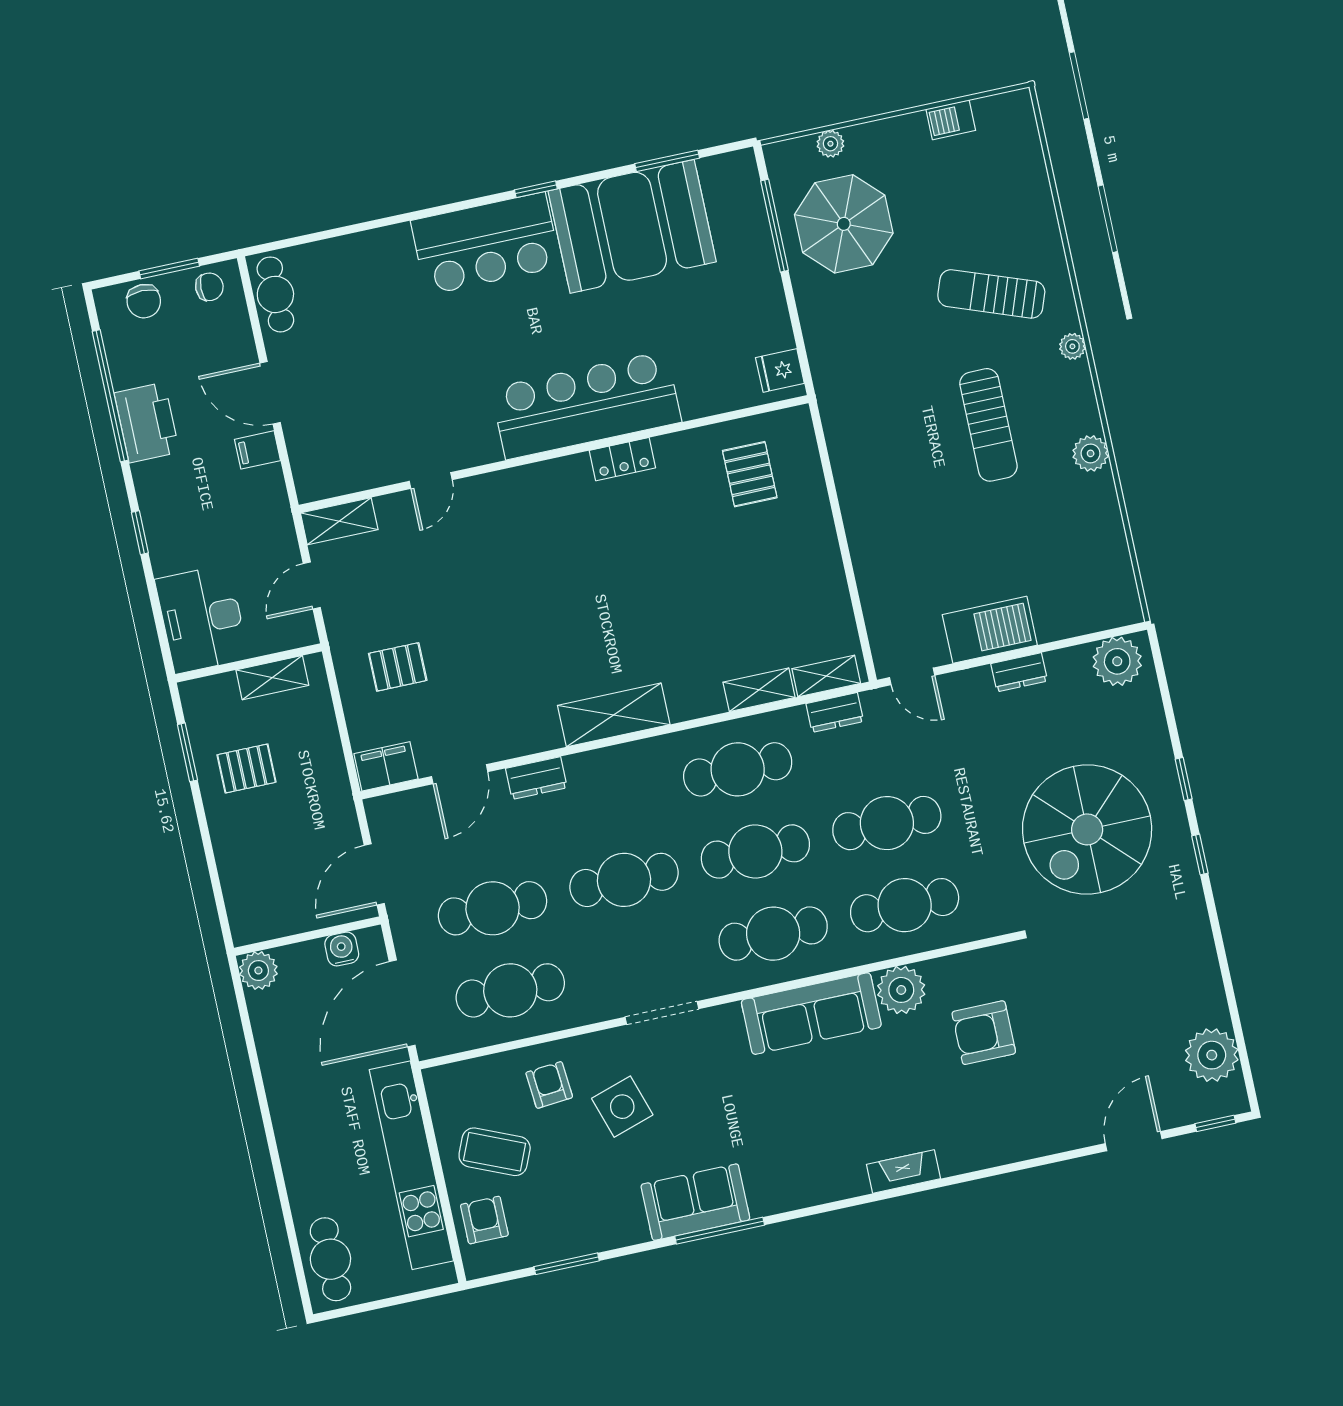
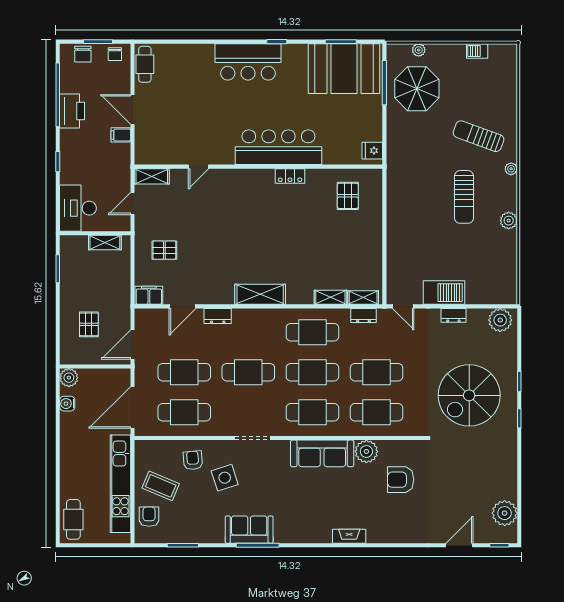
booth: (632, 226) -> (344, 69), moved
chair: (209, 287) -> (115, 54), turned 89
pallet: (247, 768) -> (89, 324), moved, turned 90
water cooler: (342, 949) -> (67, 404), moved, turned -90

